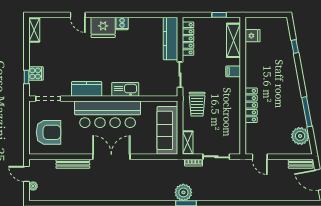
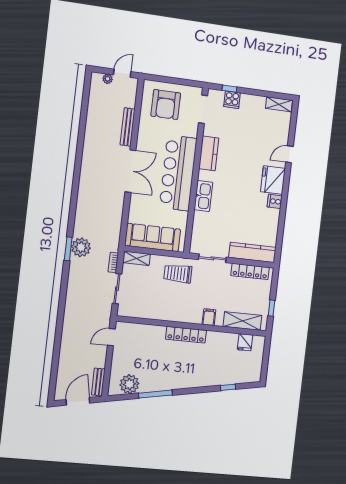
locker: (251, 105) -> (186, 335), moved

